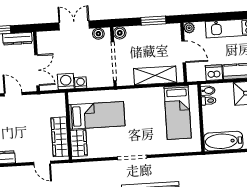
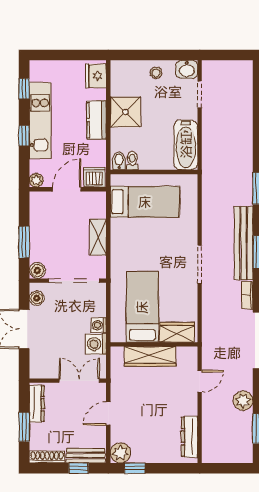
window: (223, 16) -> (24, 136), added
window: (153, 21) -> (24, 242), moved
dishwasher: (214, 73) -> (94, 177), moved, turned 90
shelving: (155, 75) -> (98, 237), width x0.67, depth x0.75
wardrobe: (60, 137) -> (150, 356), moved

